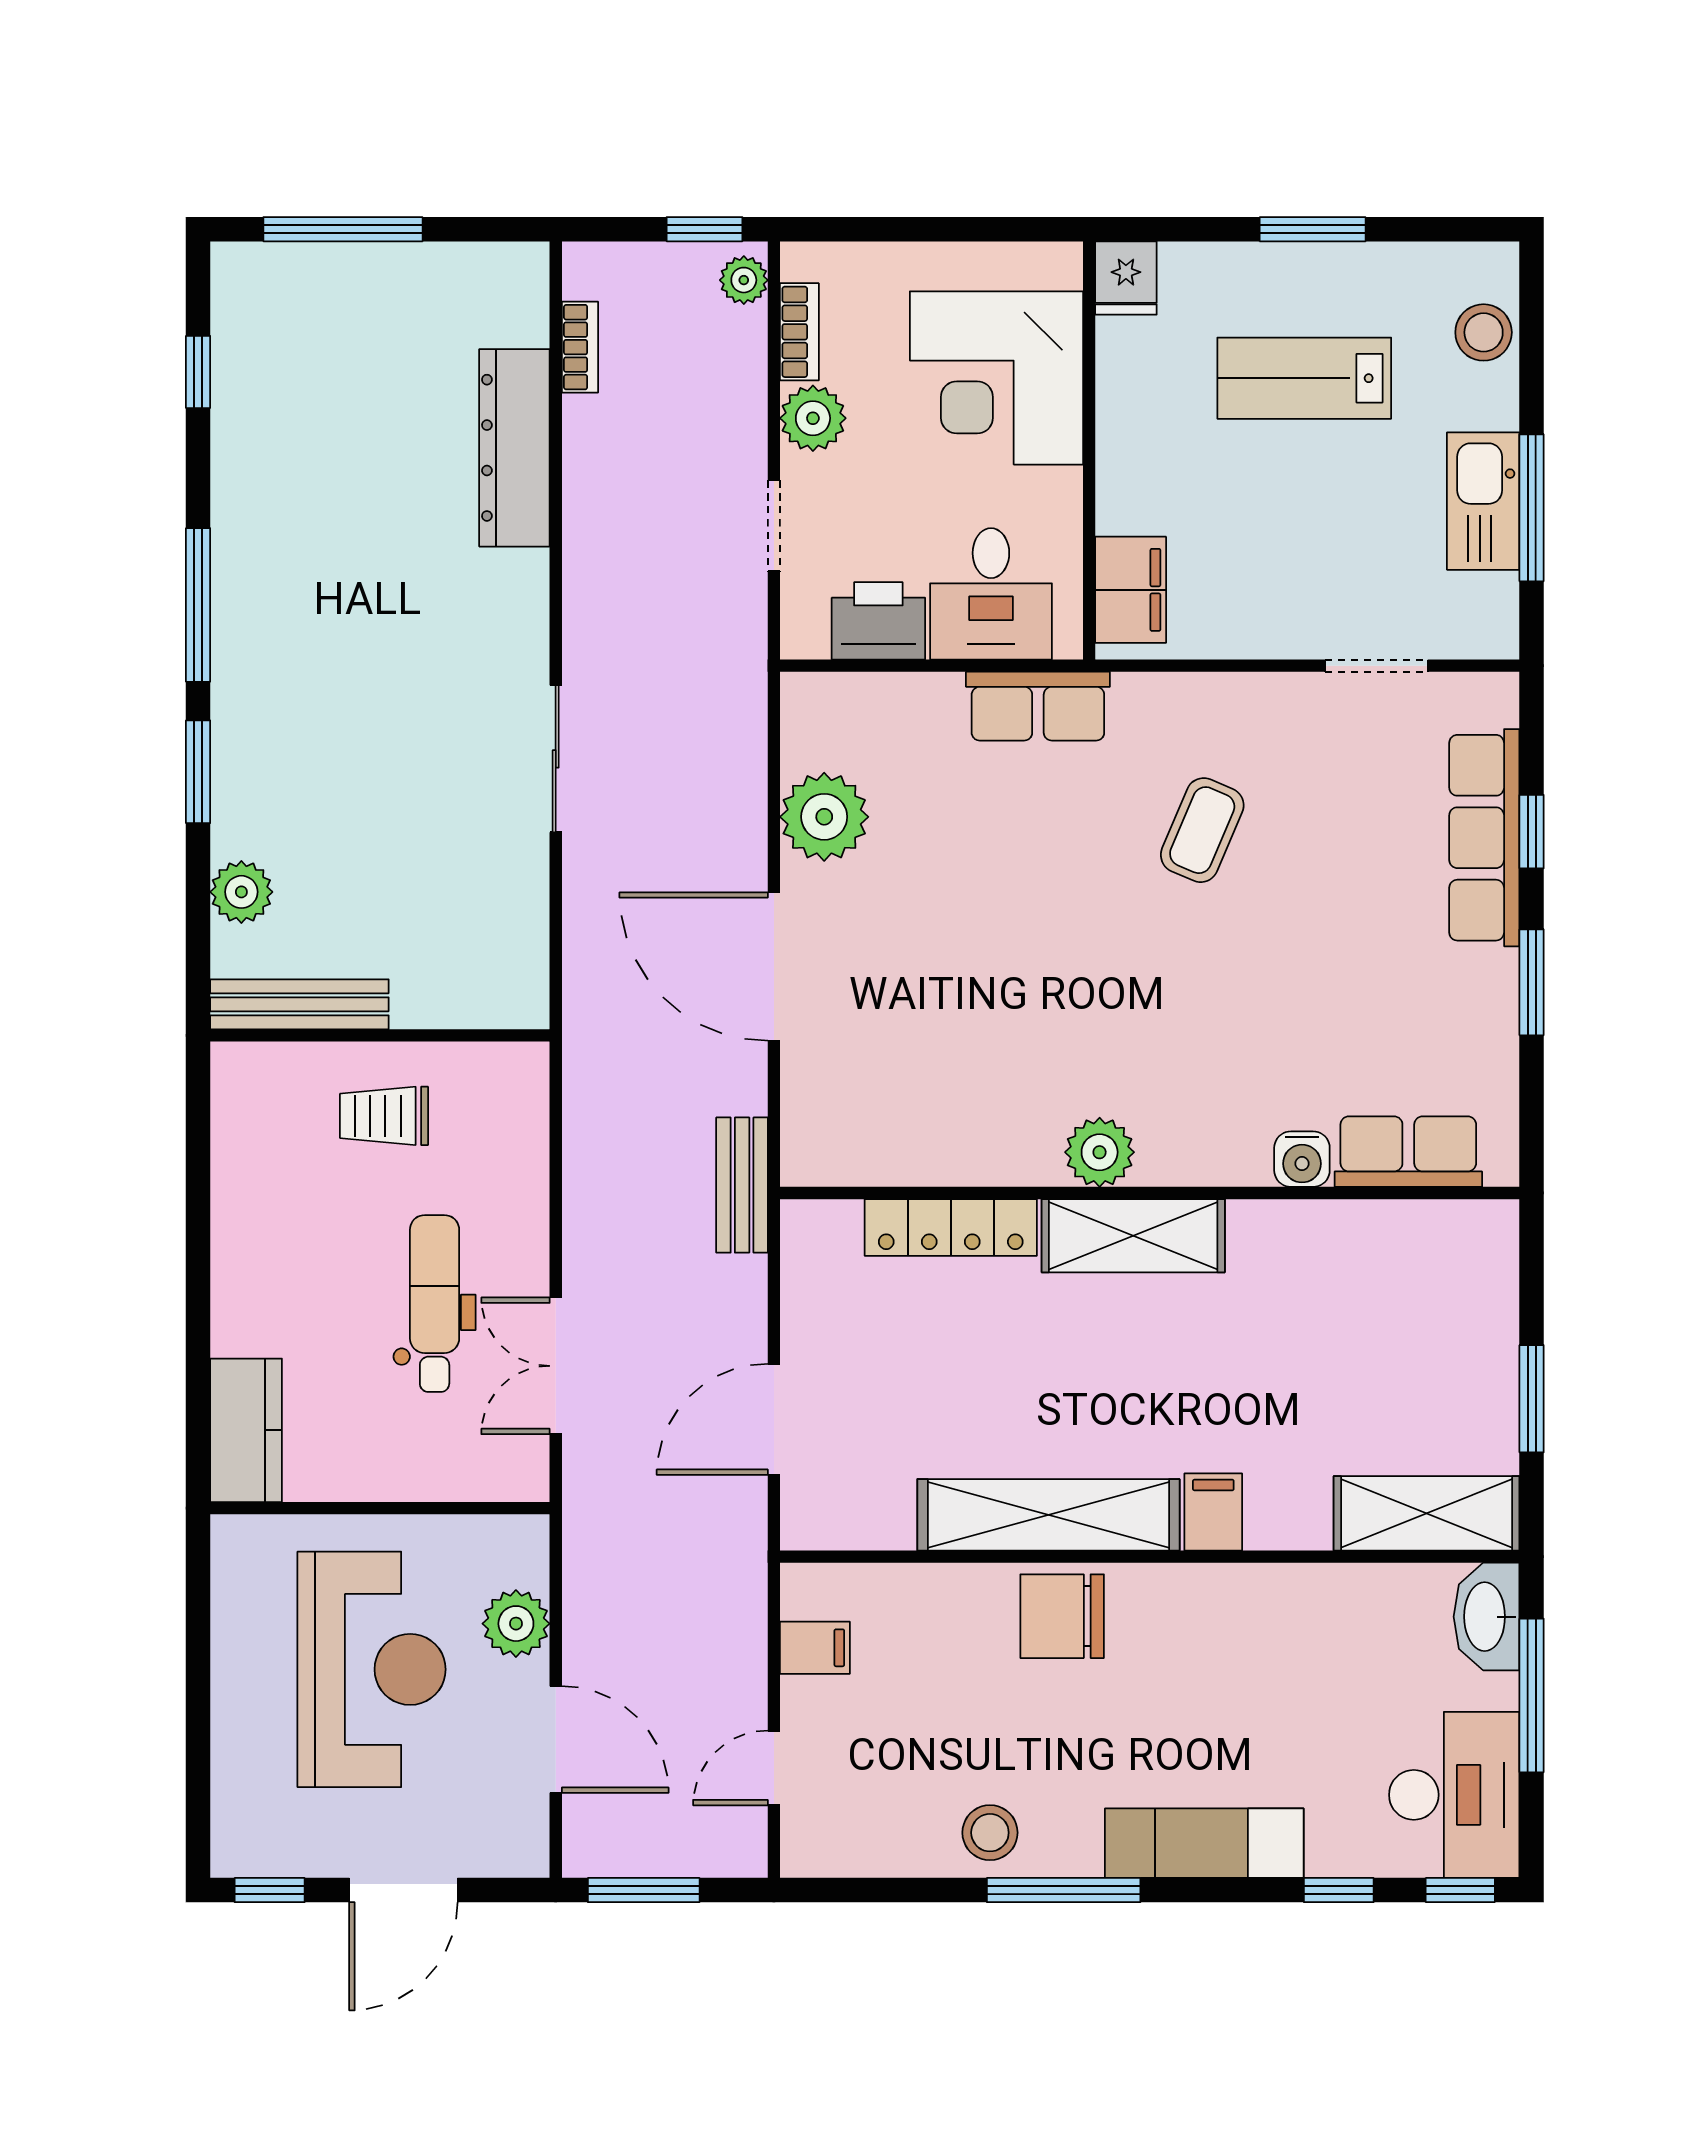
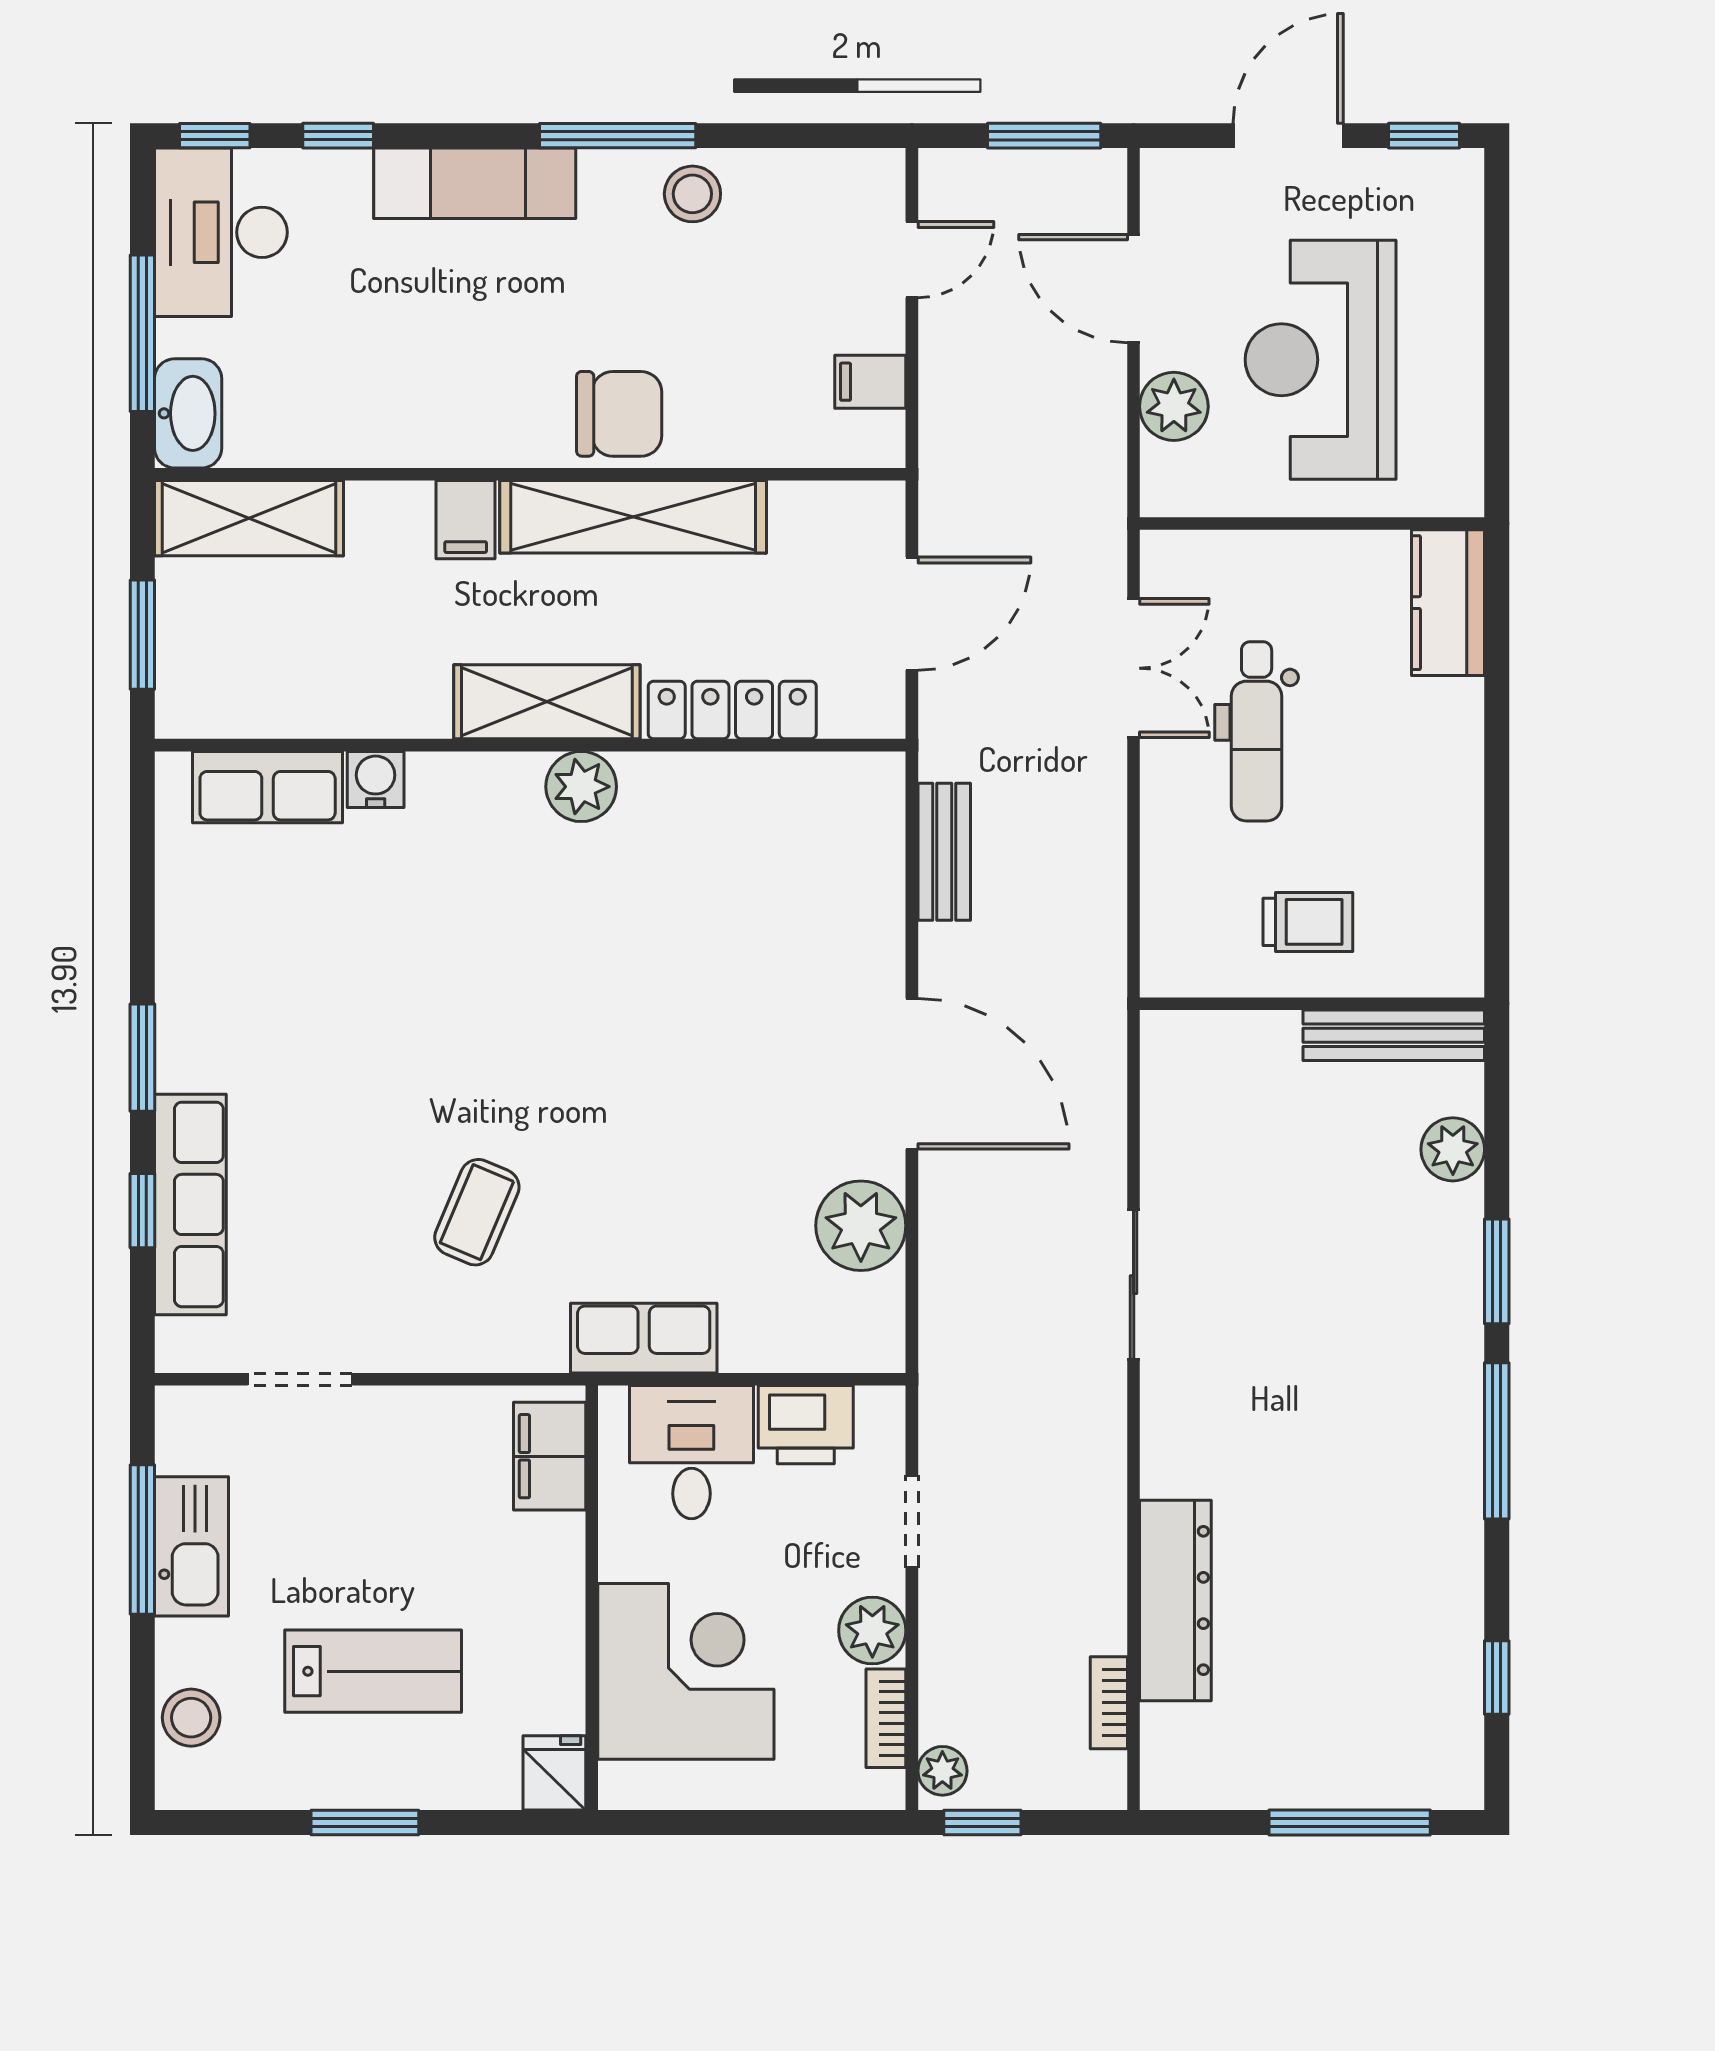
plant: (1100, 1152) -> (581, 787), moved
row of seats: (1408, 1152) -> (268, 787), moved
water cooler: (1302, 1159) -> (376, 780), moved
wall: (1150, 1193) -> (530, 745), moved
locker: (951, 1227) -> (732, 710), moved
shelving: (1133, 1236) -> (547, 702), moved

